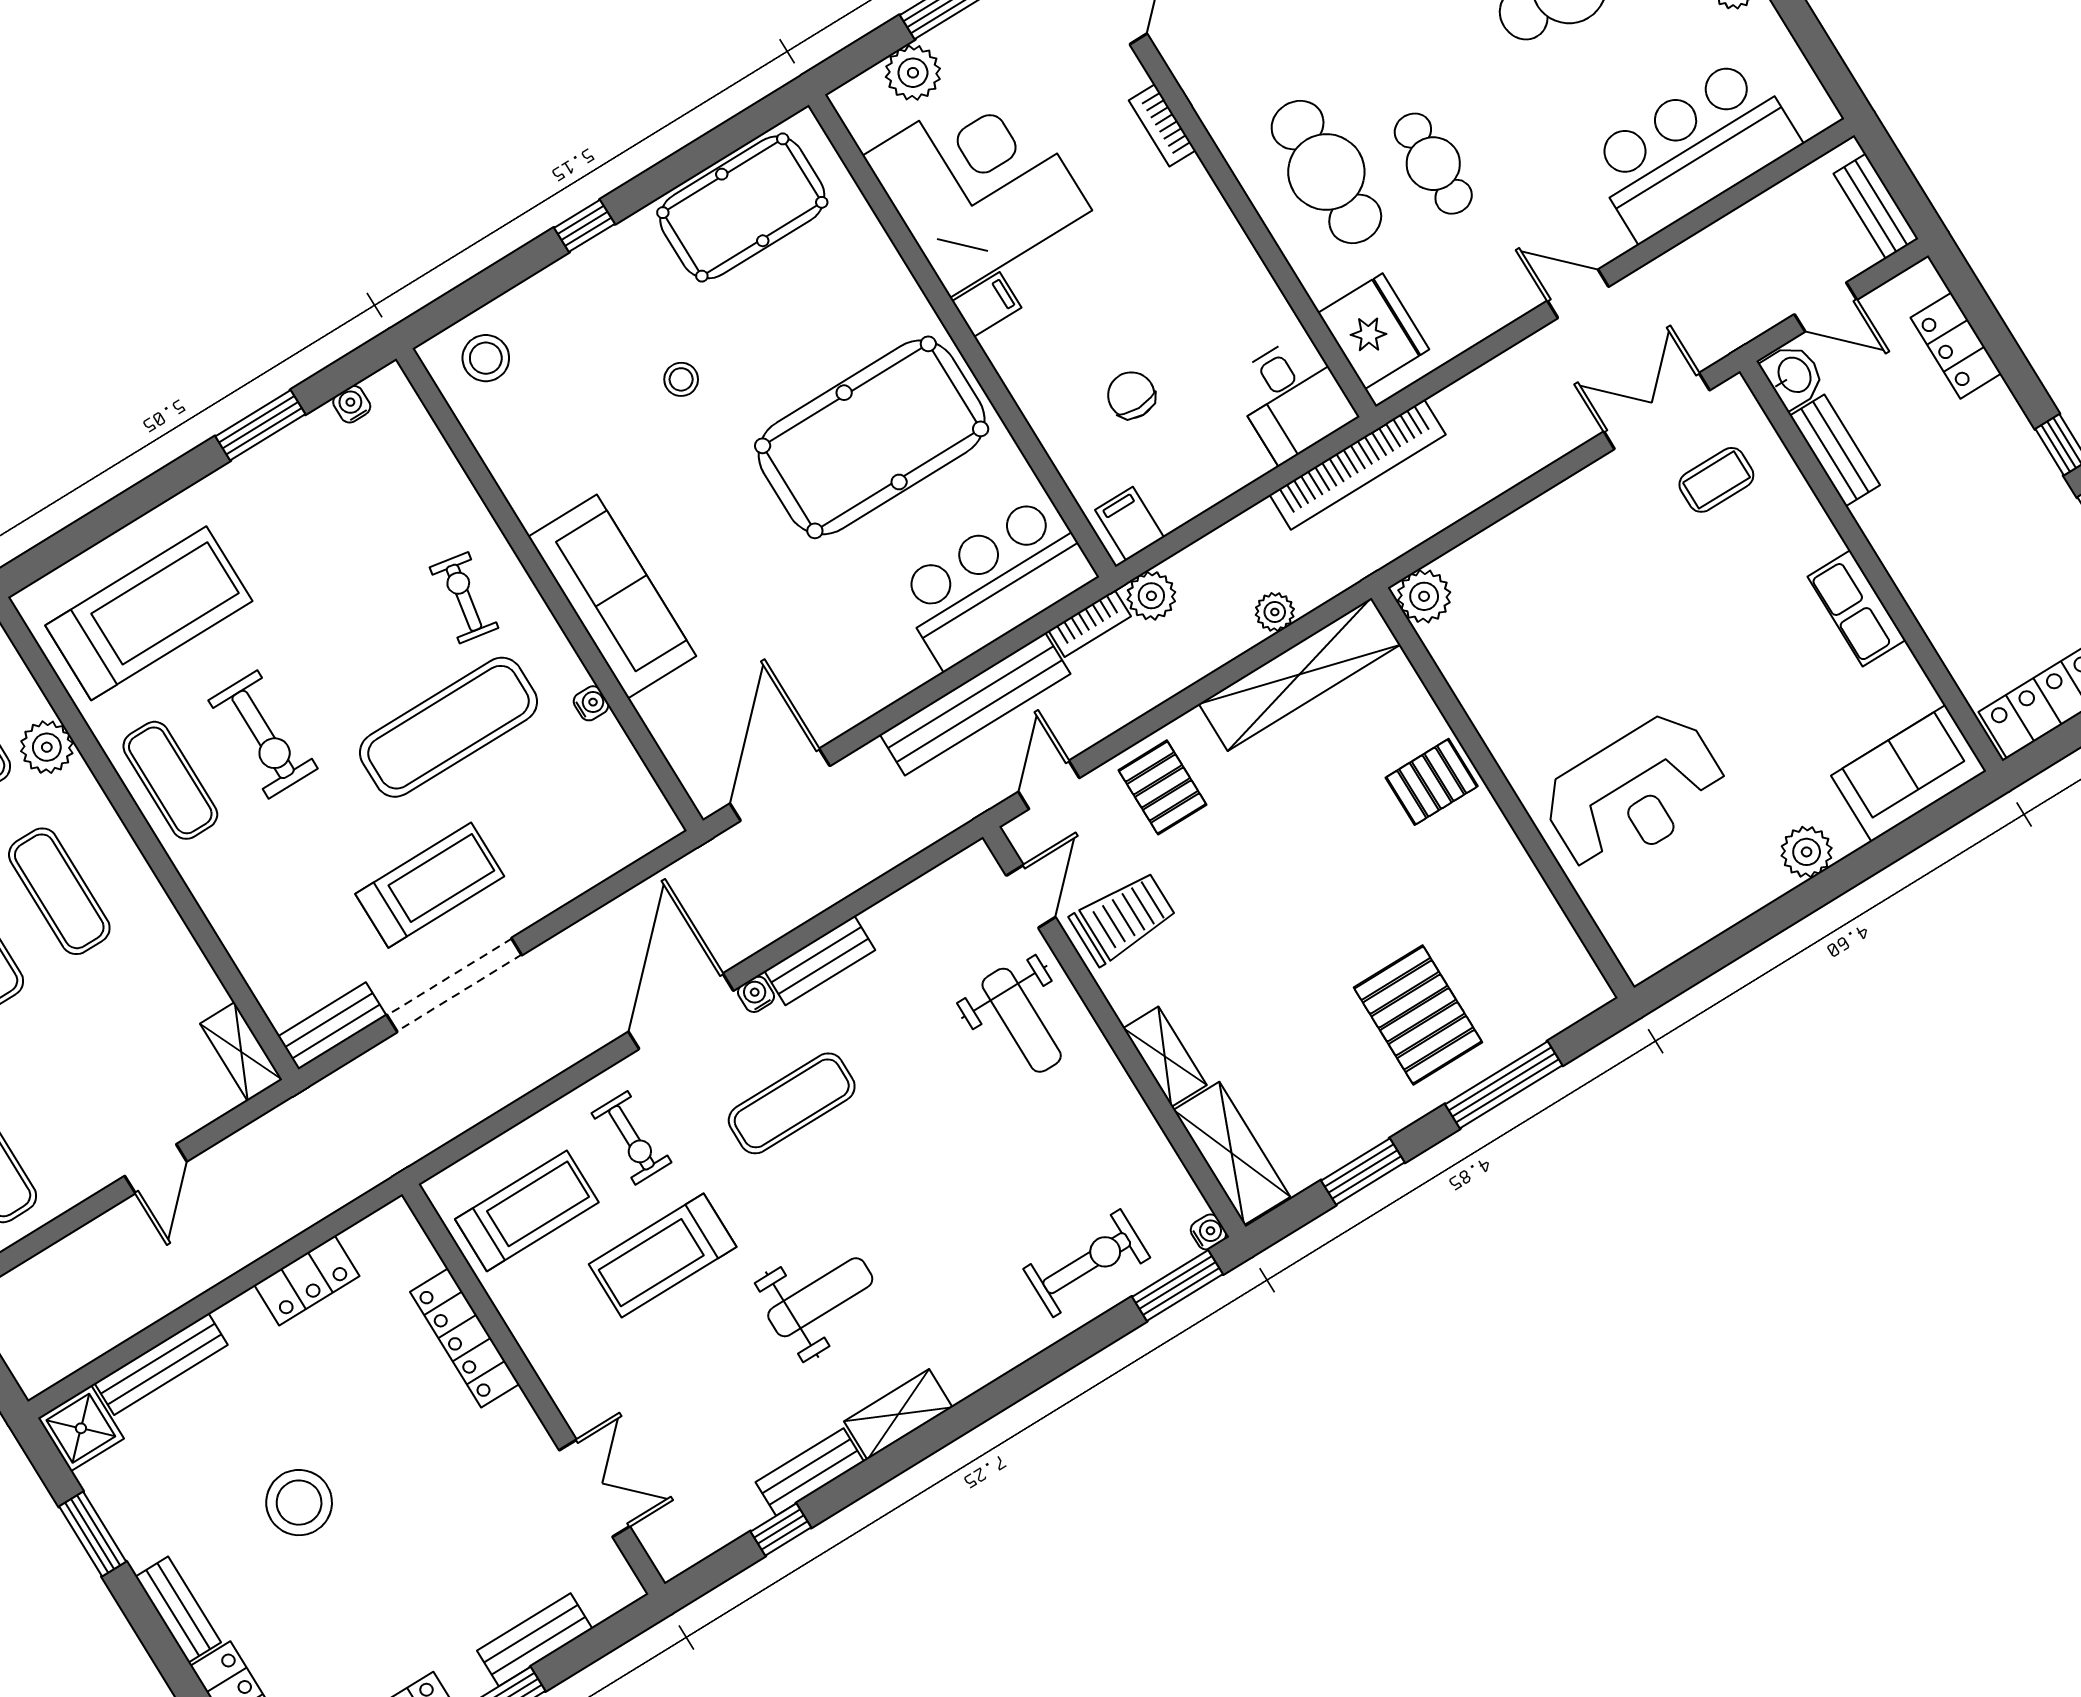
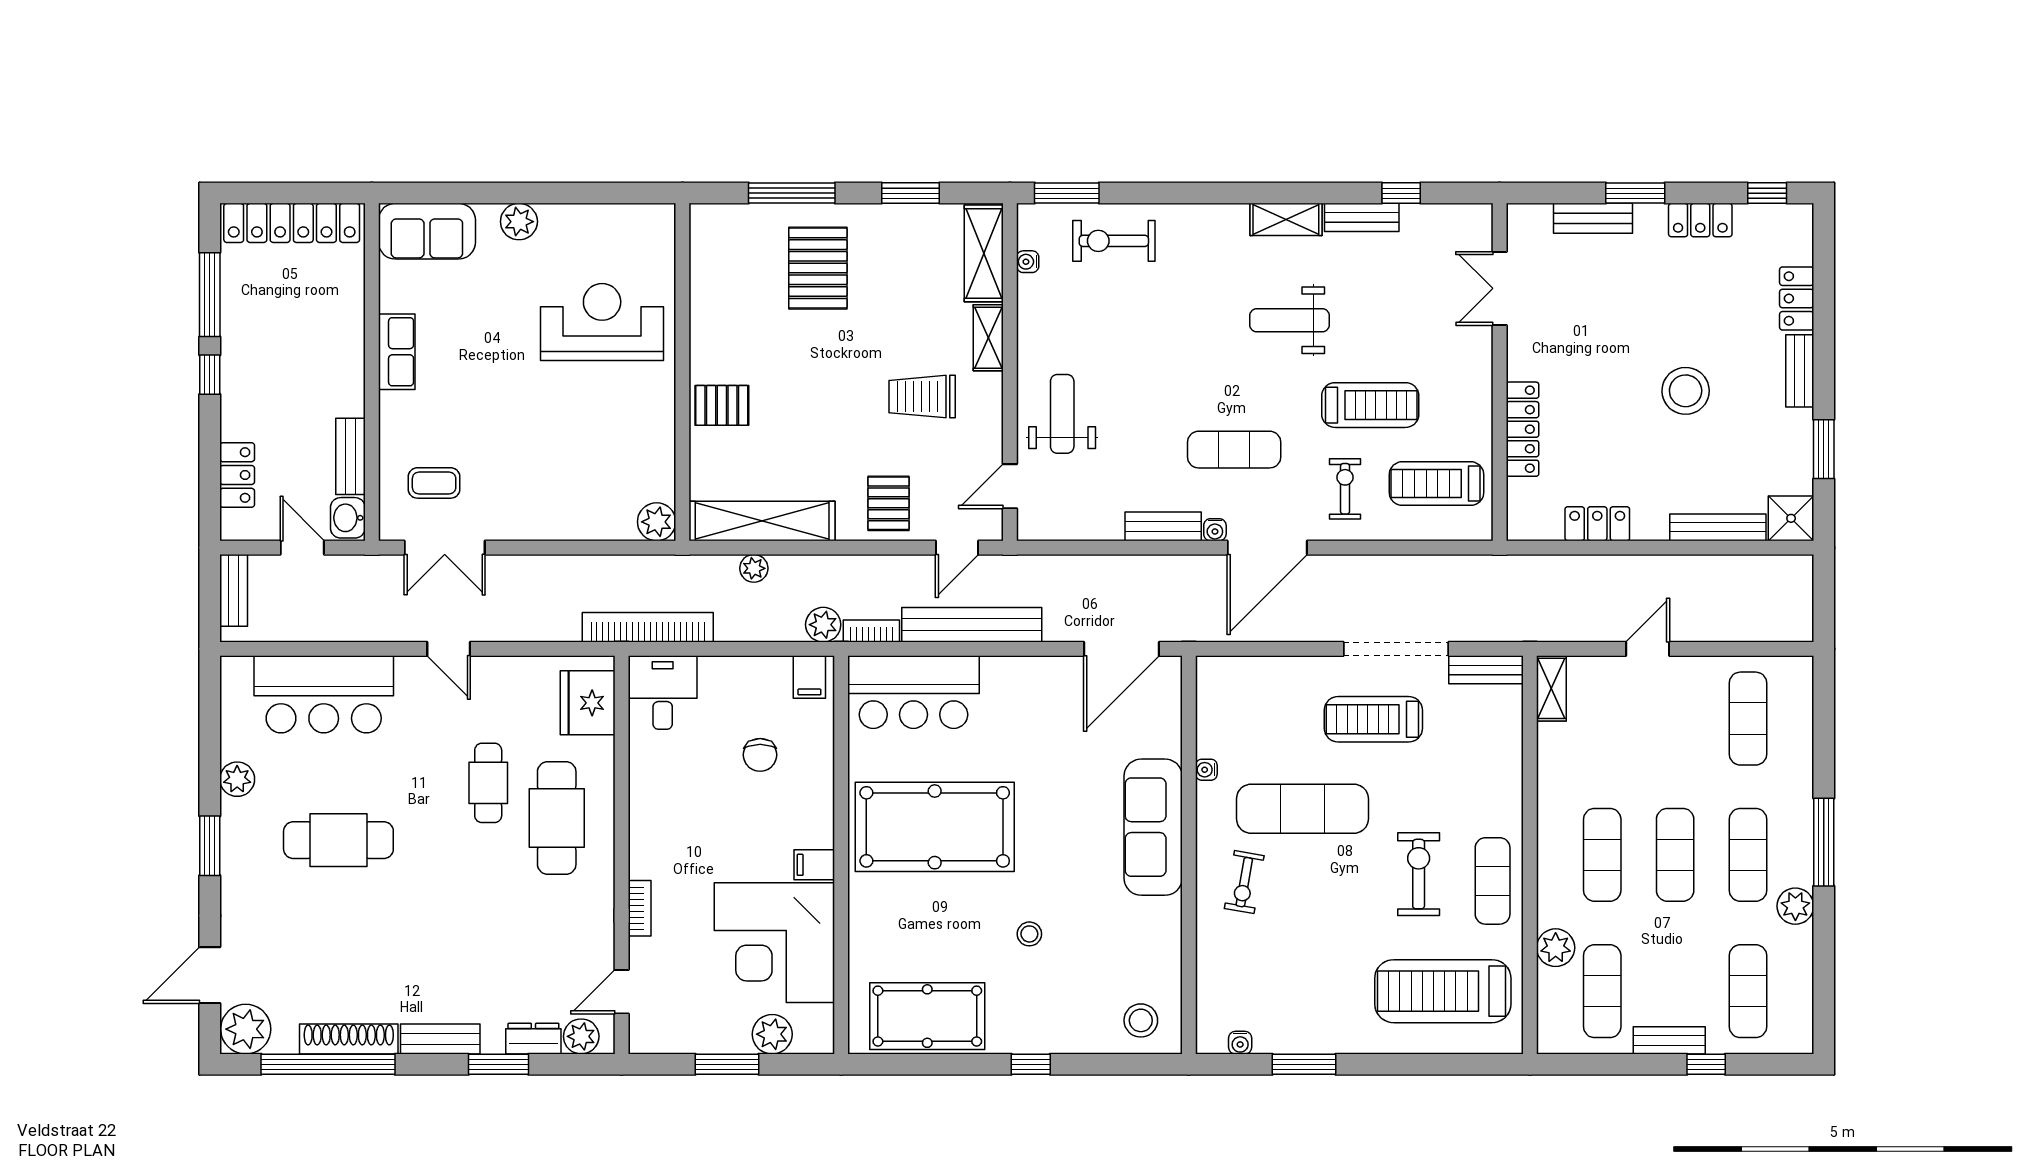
trolley: (1123, 918) -> (922, 397), moved
water cooler: (1208, 1232) -> (1028, 262), moved

